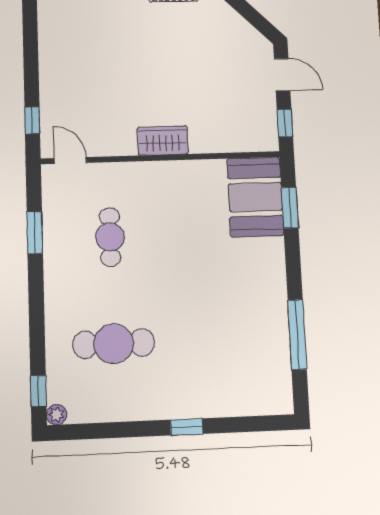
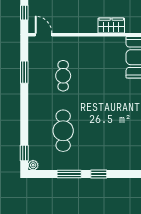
wardrobe: (163, 141) -> (111, 26), moved
cafe table: (114, 344) -> (63, 131), turned 90
window: (128, 429) -> (69, 174), added

